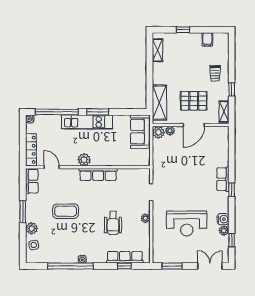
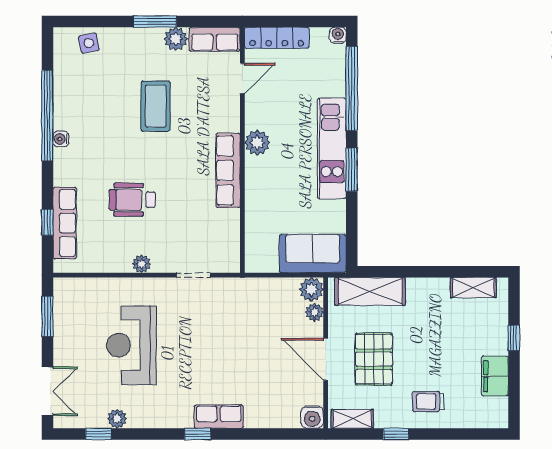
filing cabinet: (207, 39) -> (495, 376), width x2.00
water cooler: (223, 219) -> (312, 417), moved
plant: (32, 228) -> (176, 39), moved

